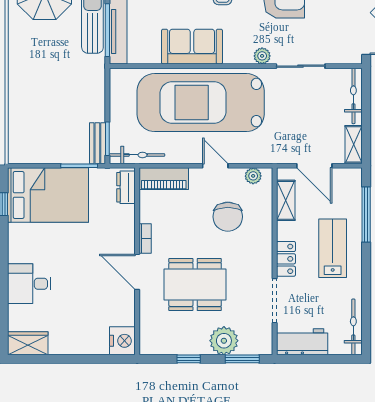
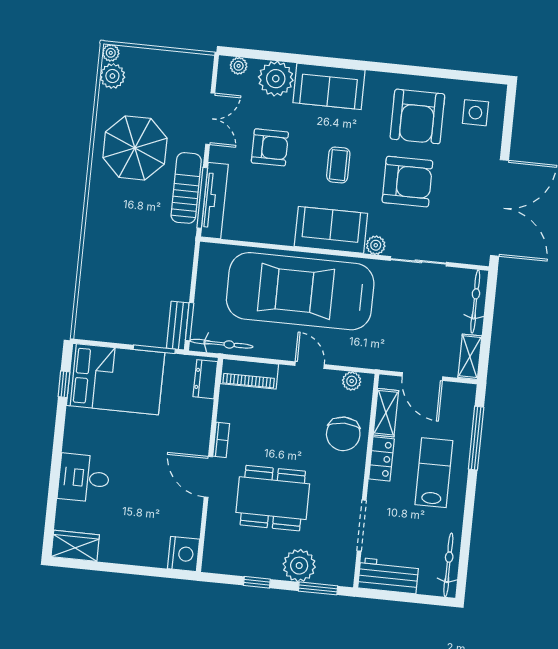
sofa: (192, 47) -> (331, 230), moved
chair: (228, 217) -> (343, 434), moved
locker: (286, 259) -> (381, 459), moved

